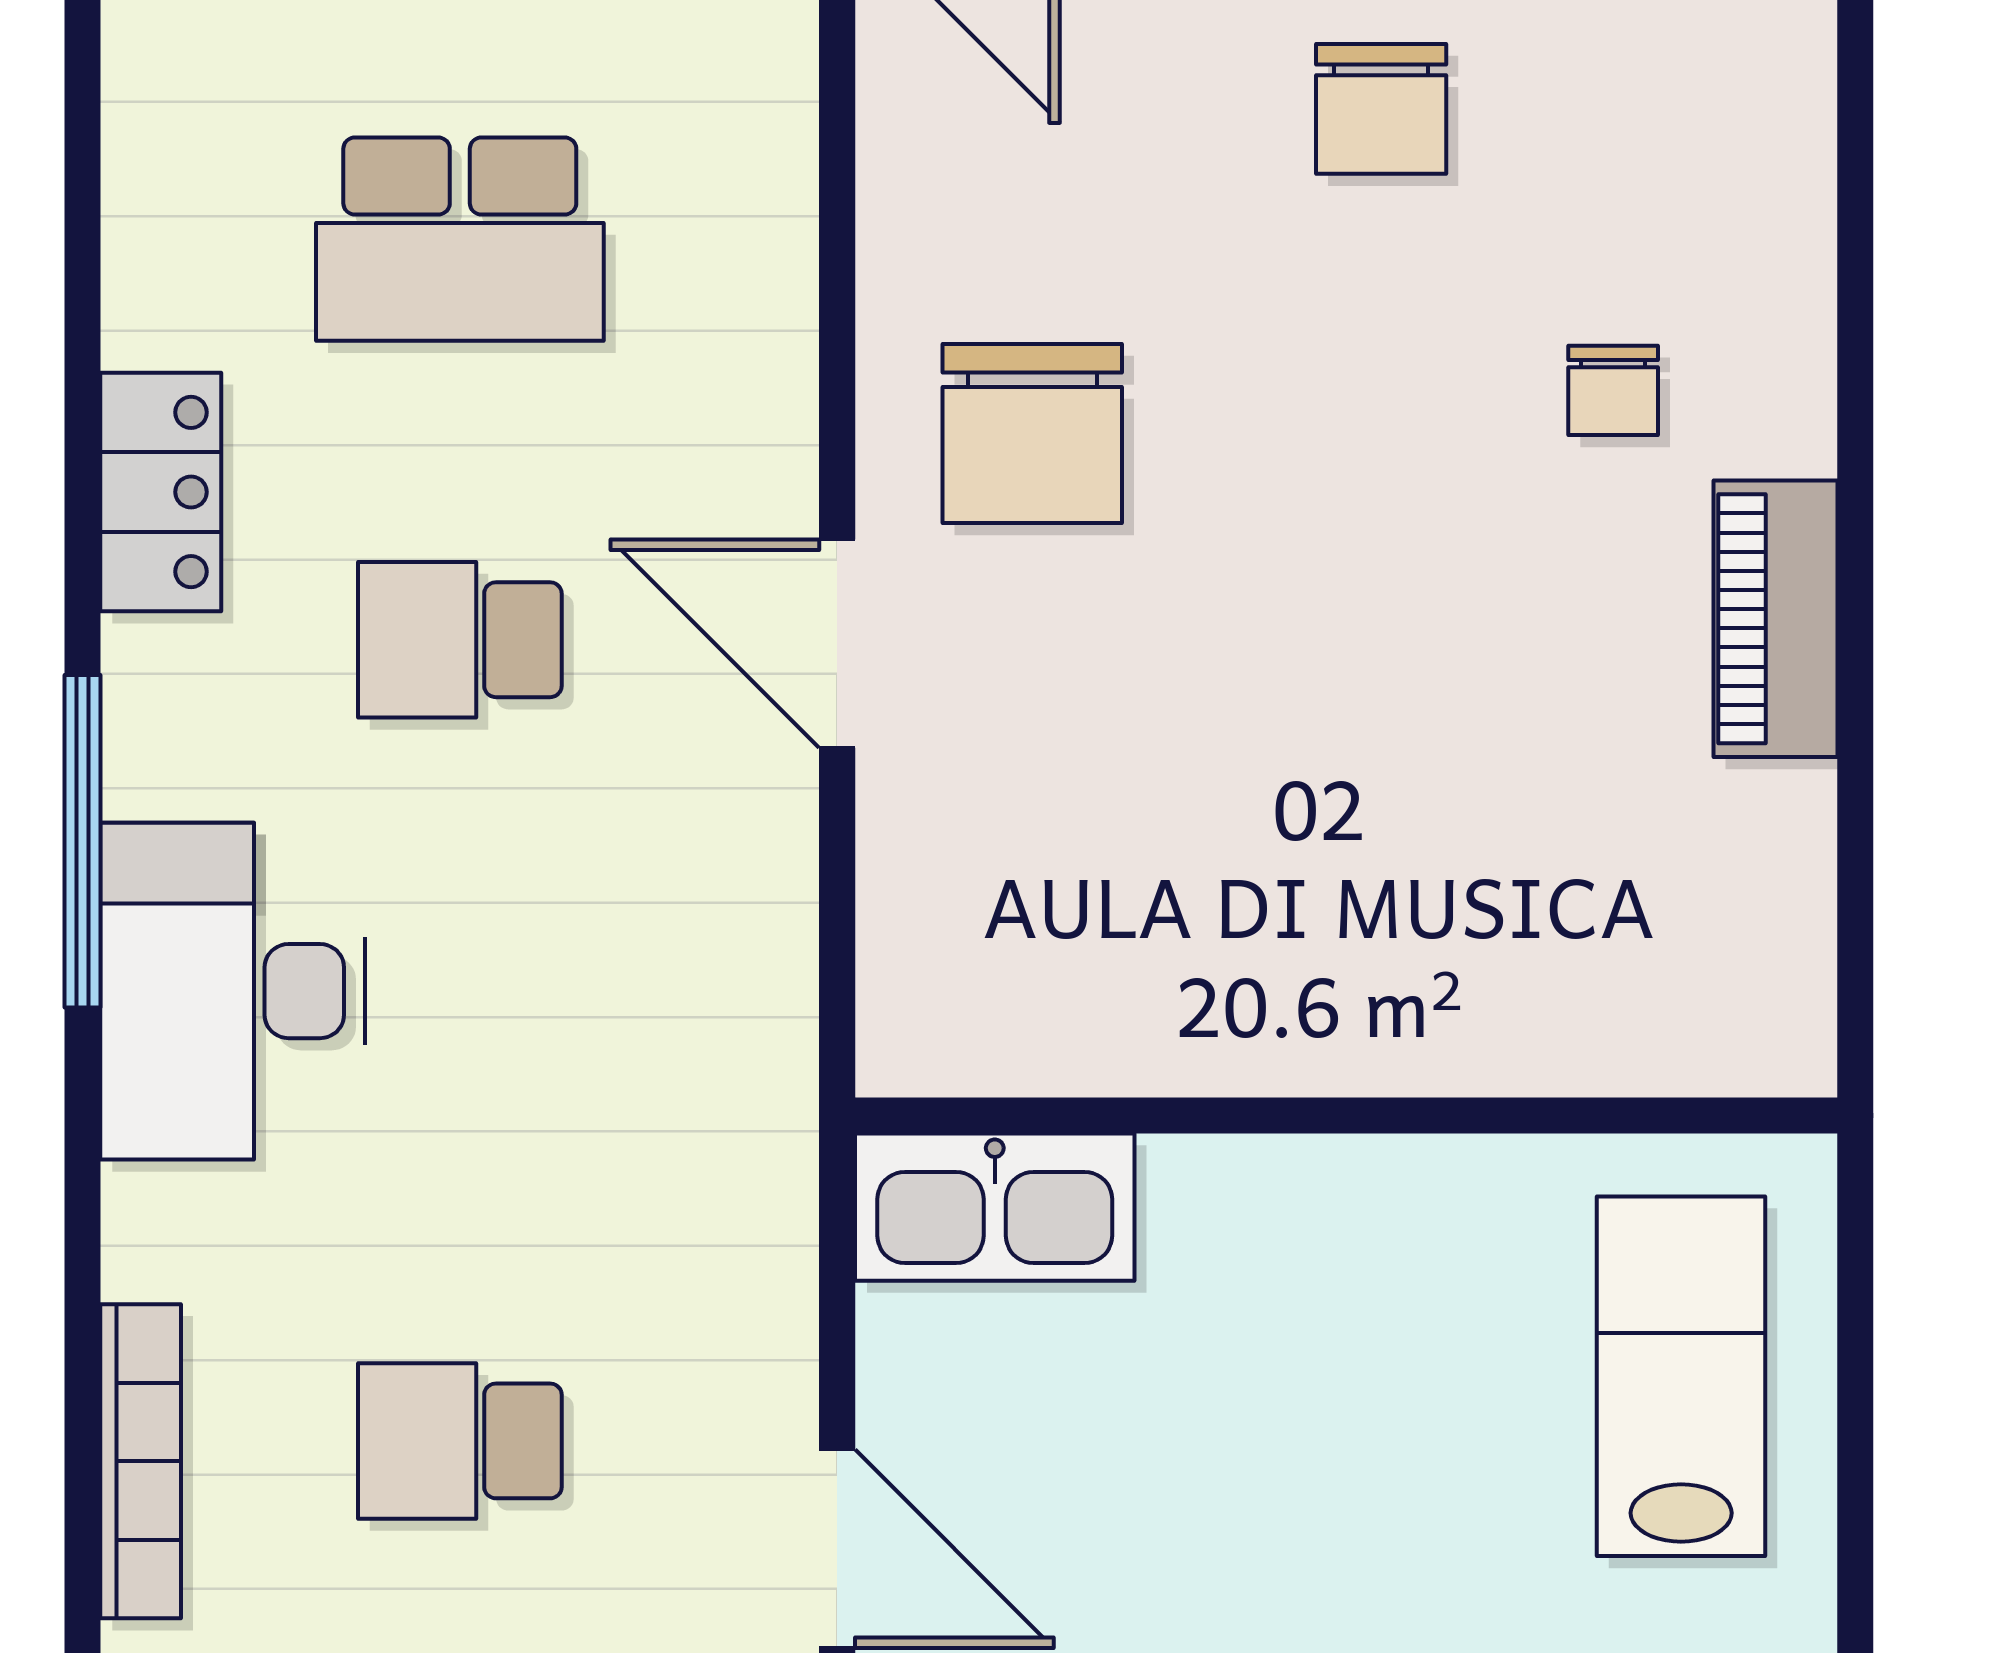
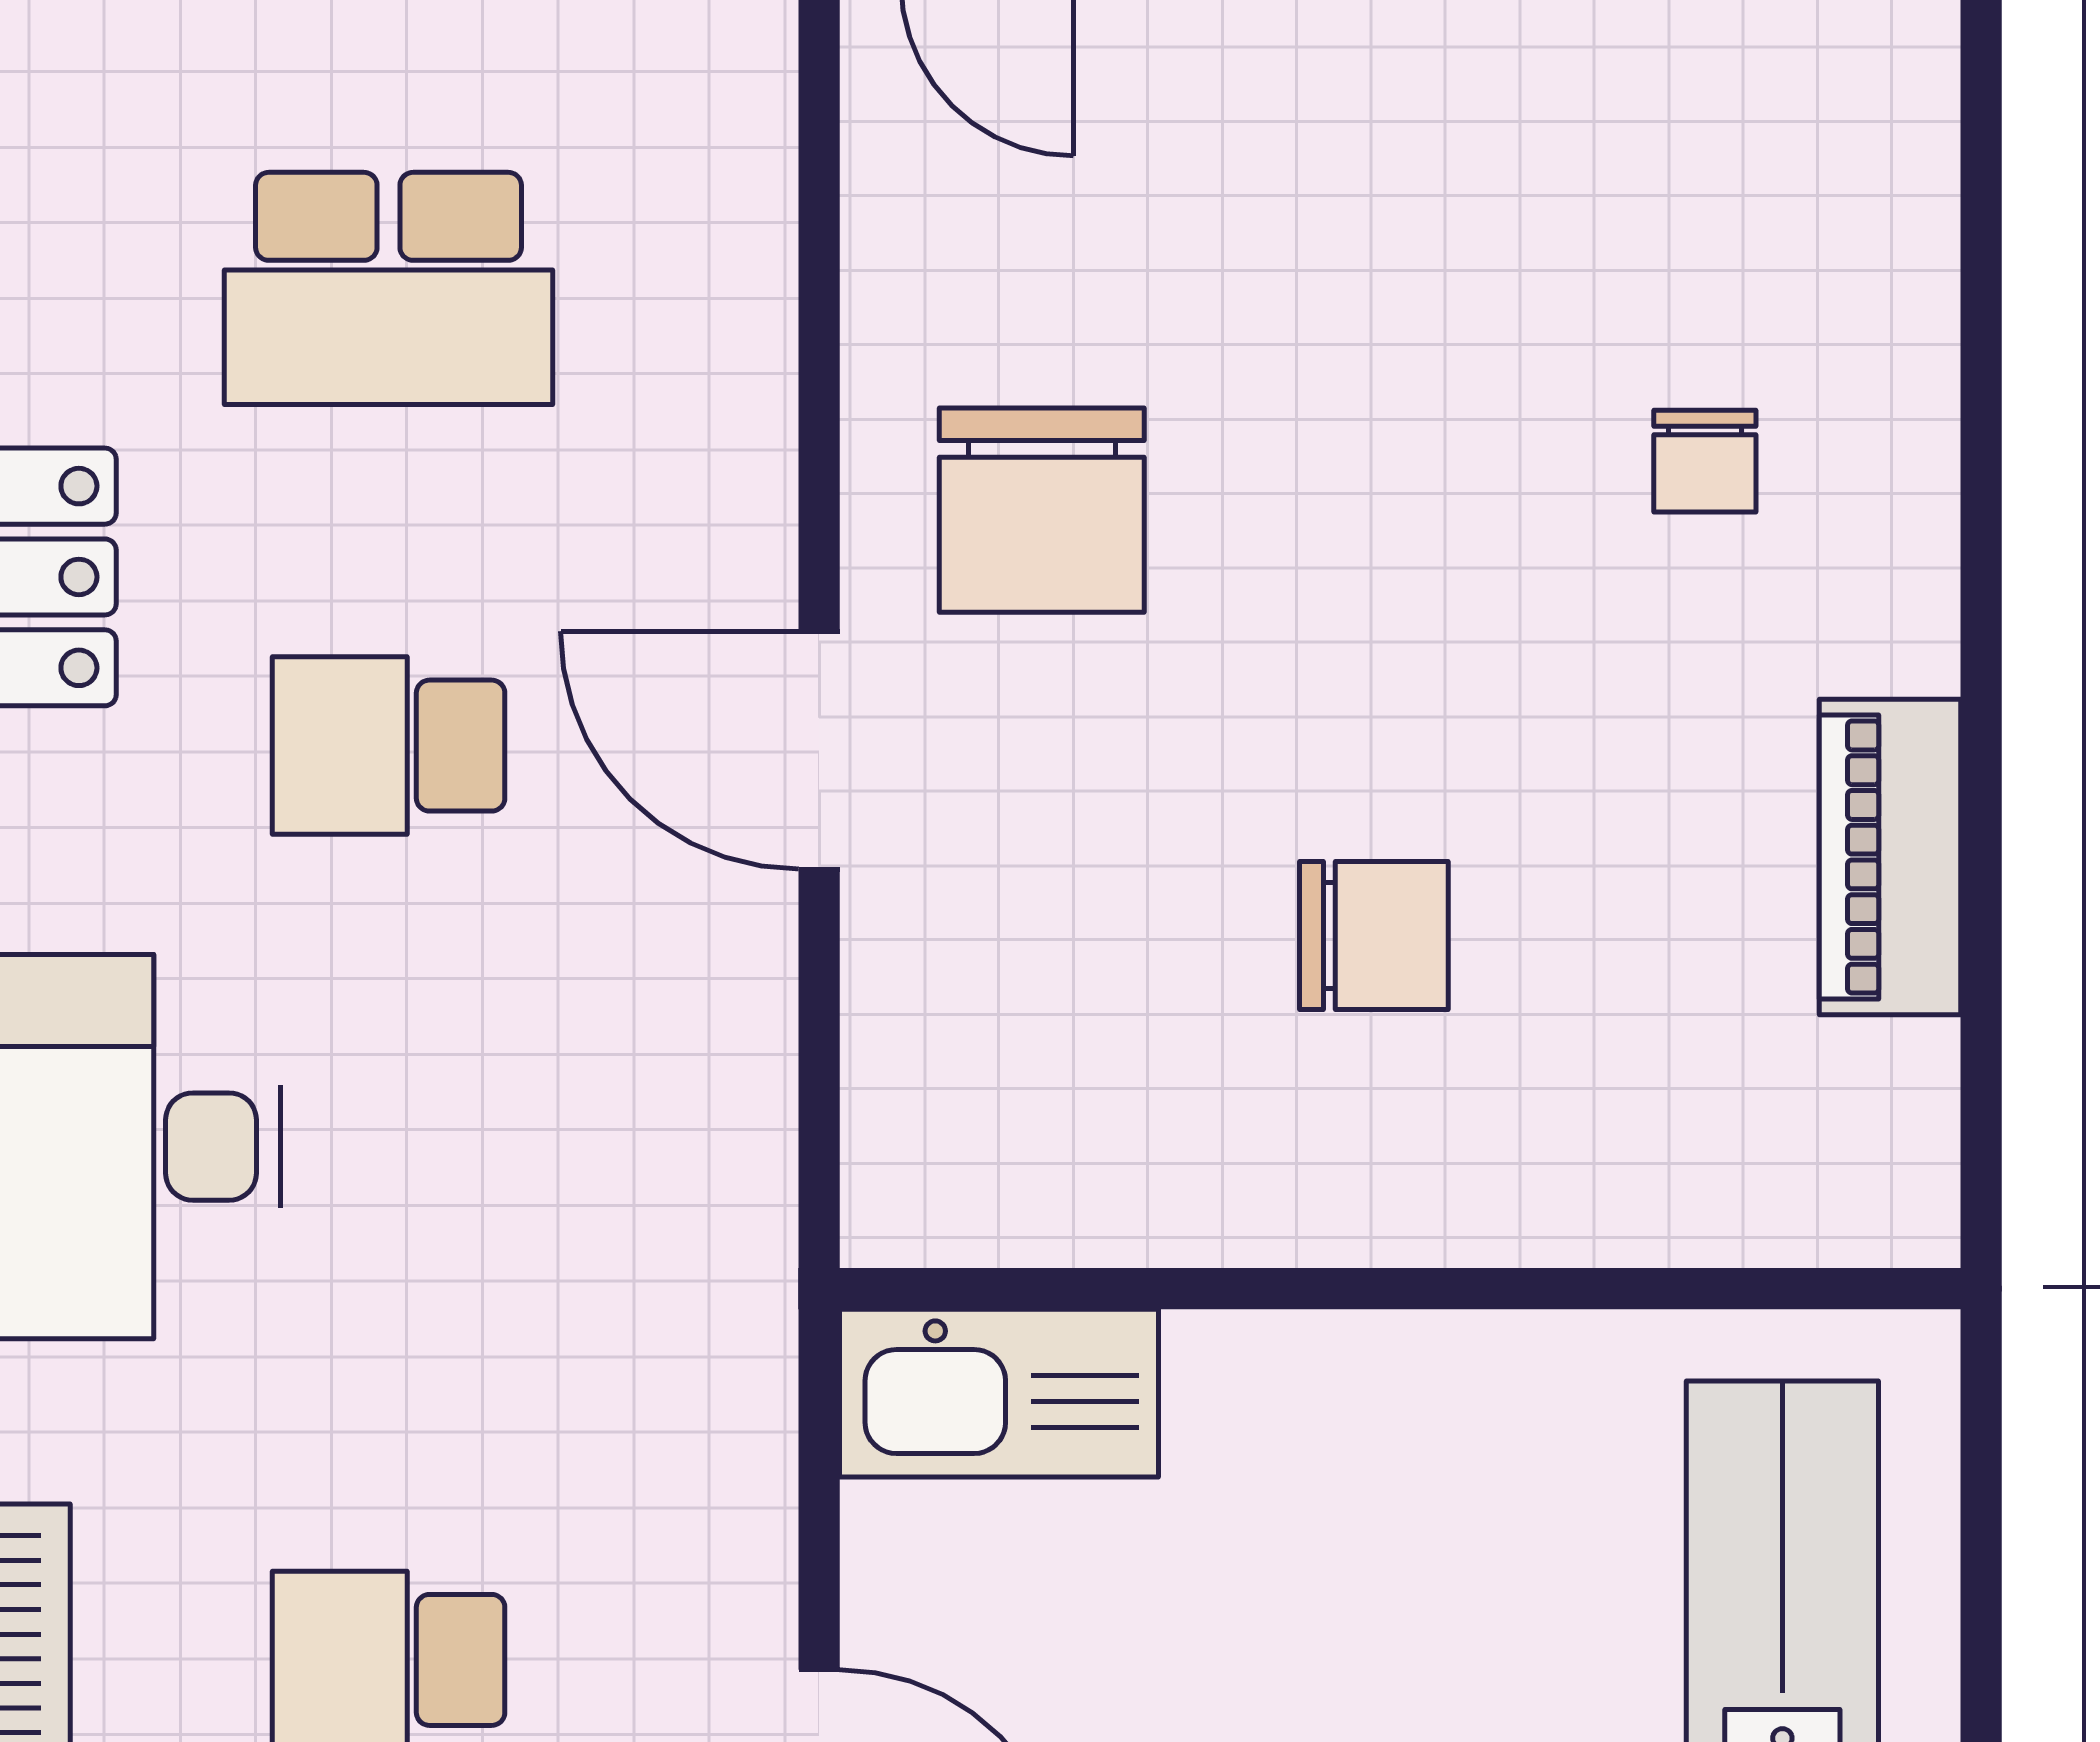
chair: (1381, 109) -> (1374, 936), moved, turned -90
piano: (1775, 619) -> (1890, 857), moved

